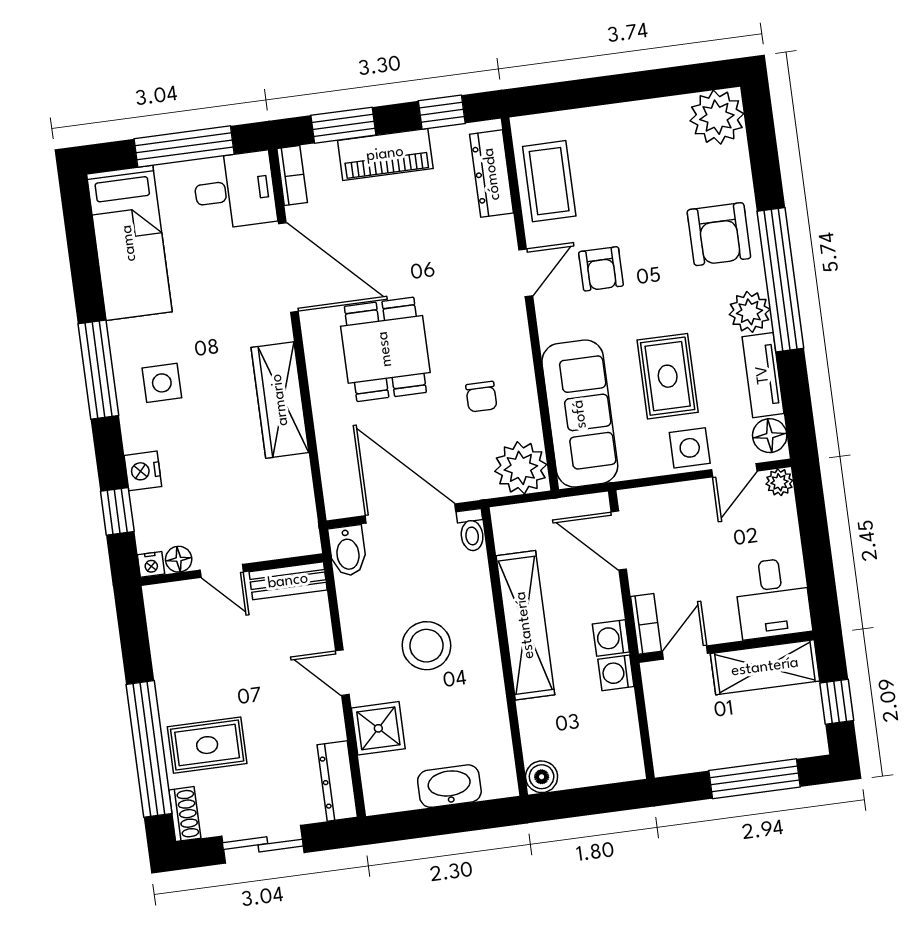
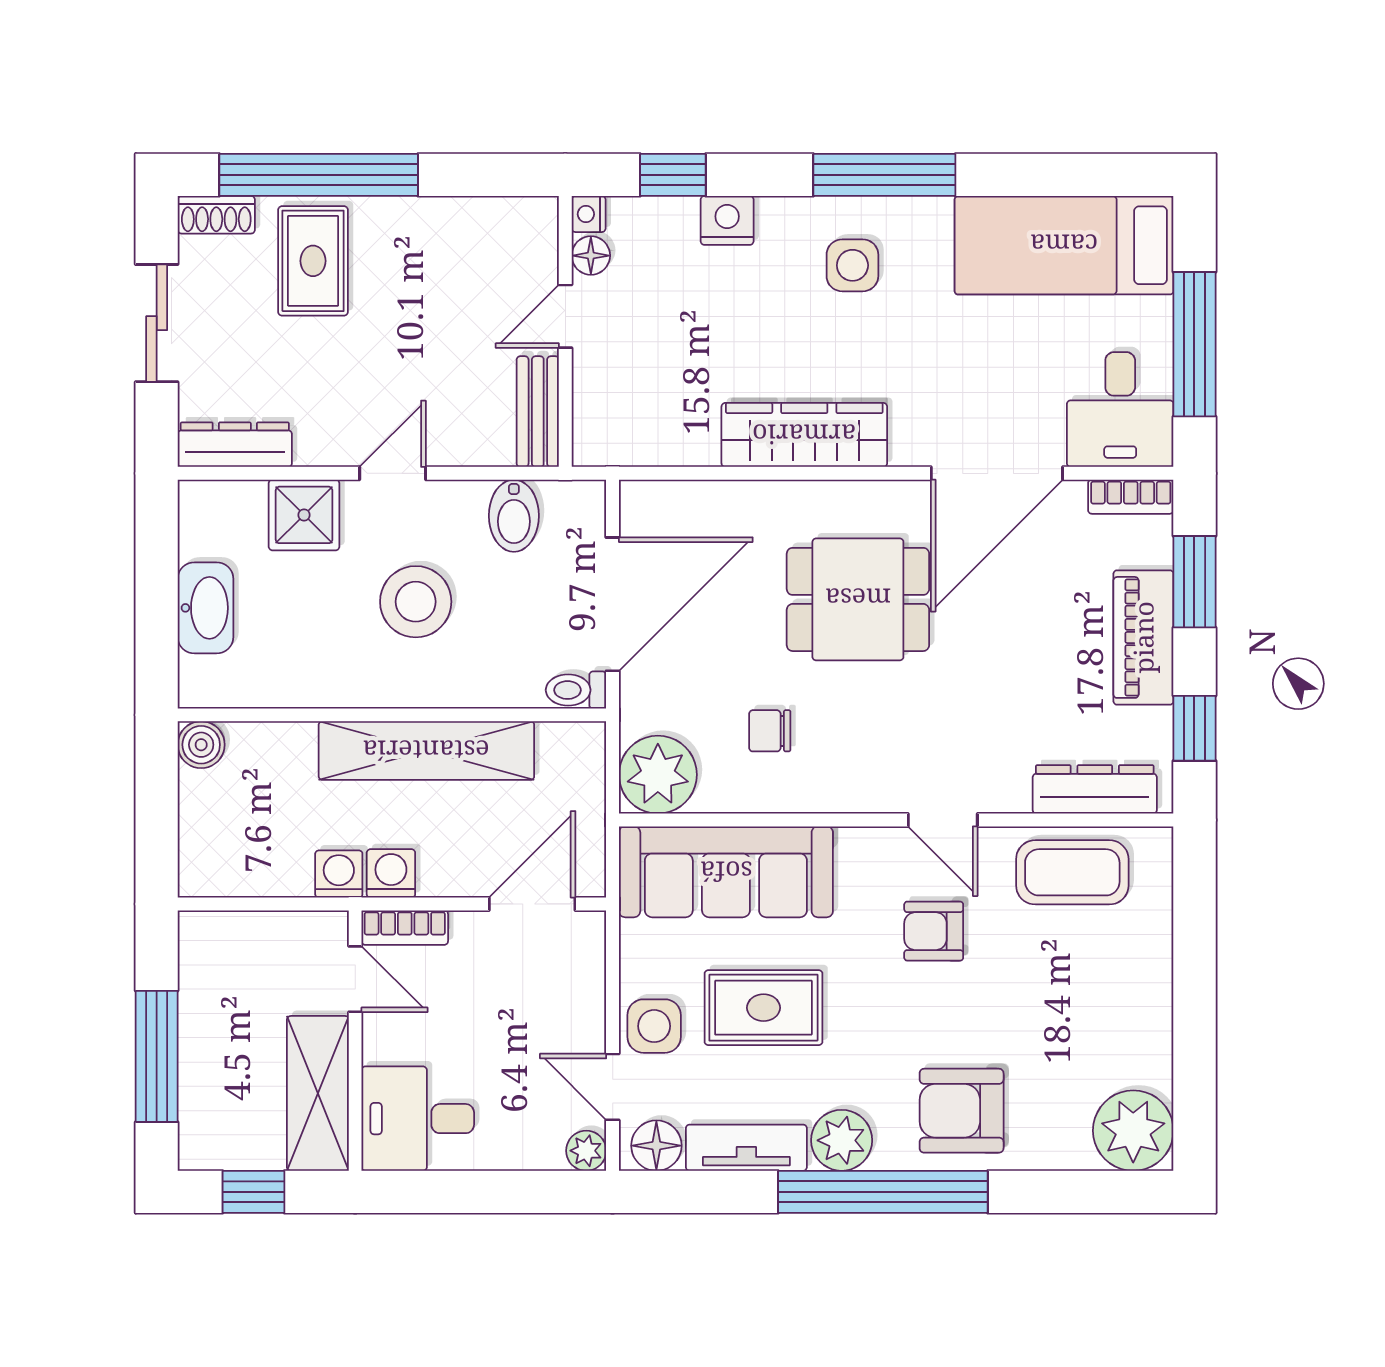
bidet: (348, 551) -> (514, 516), moved, turned -90

